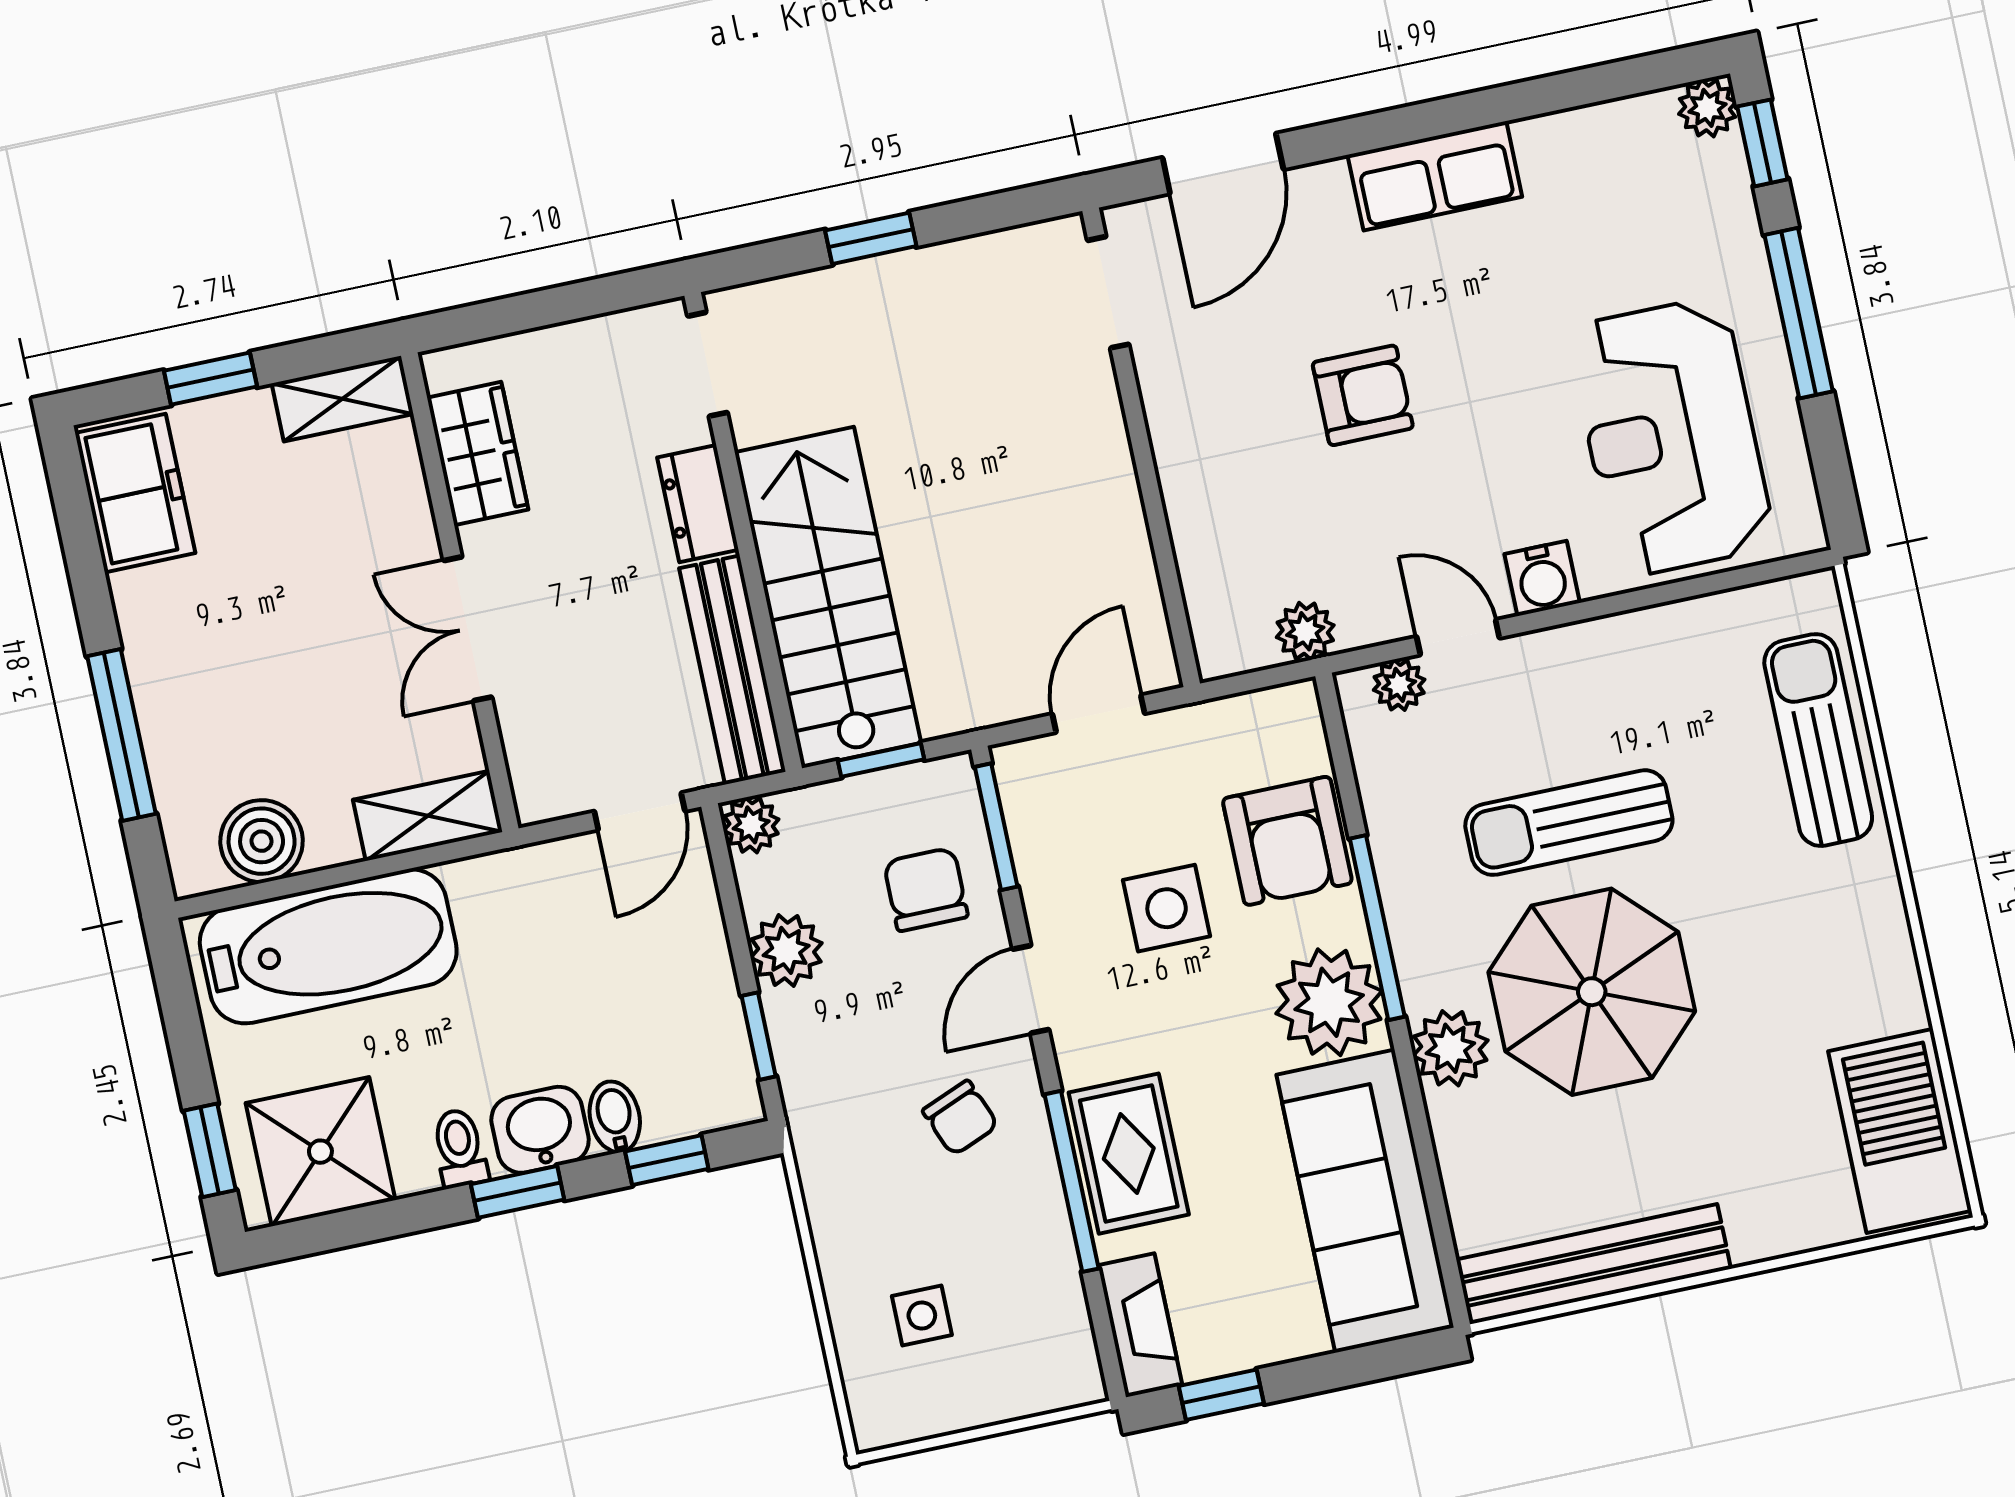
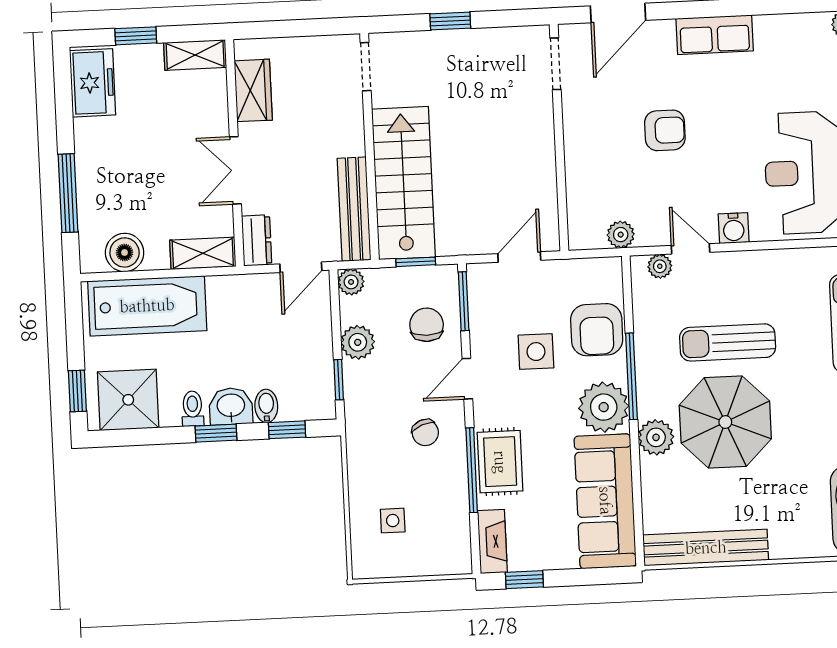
dresser: (698, 504) -> (257, 240), moved, turned 180

